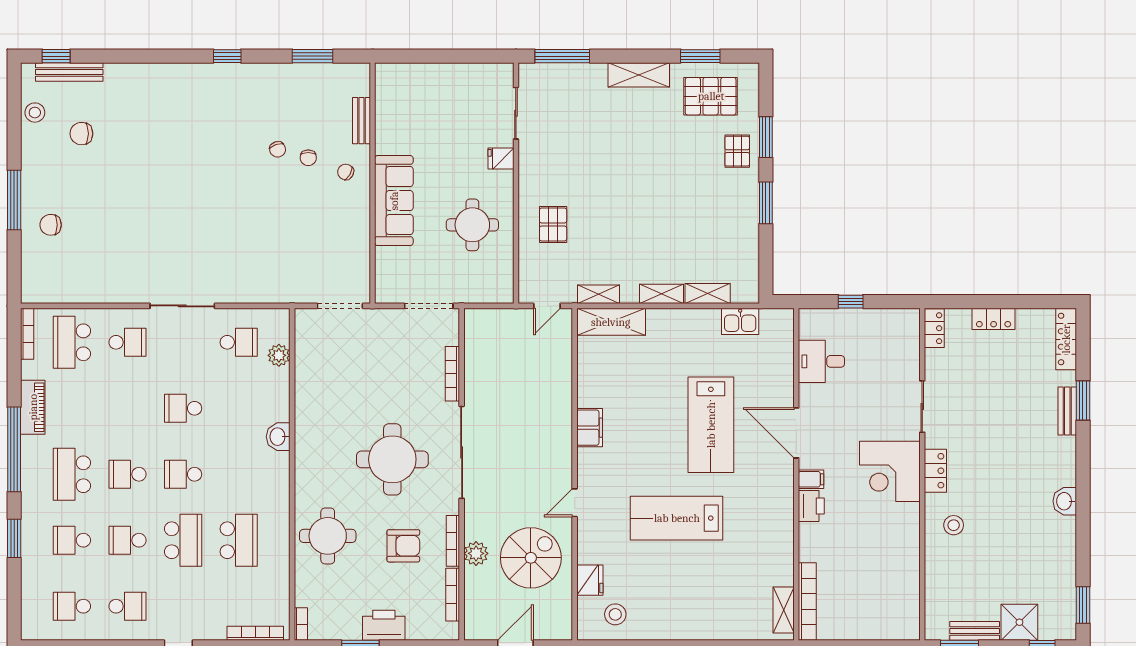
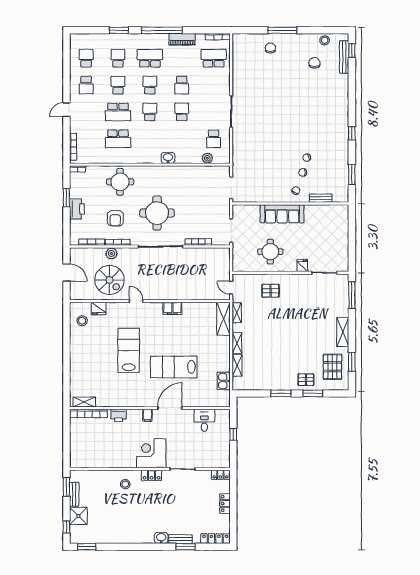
school desk: (128, 342) -> (182, 85), moved
washbasin: (1065, 501) -> (161, 538), moved
printer: (811, 506) -> (119, 415), moved

